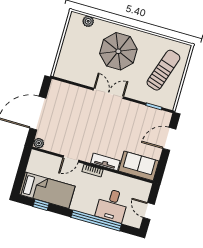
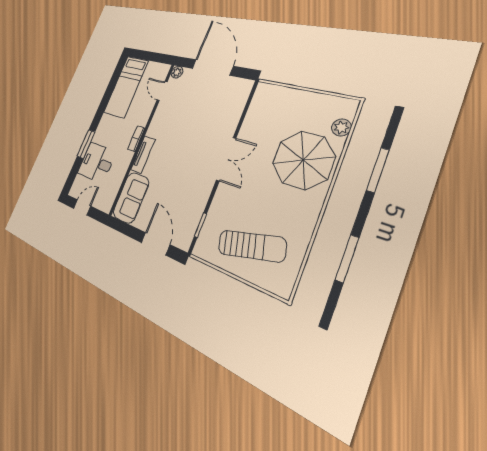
parasol: (118, 51) -> (303, 160), moved
sun lounger: (163, 70) -> (251, 246), turned -33
door: (71, 159) -> (162, 91), moved
window: (41, 205) -> (113, 82), removed
window: (96, 221) -> (86, 144), width x0.47

